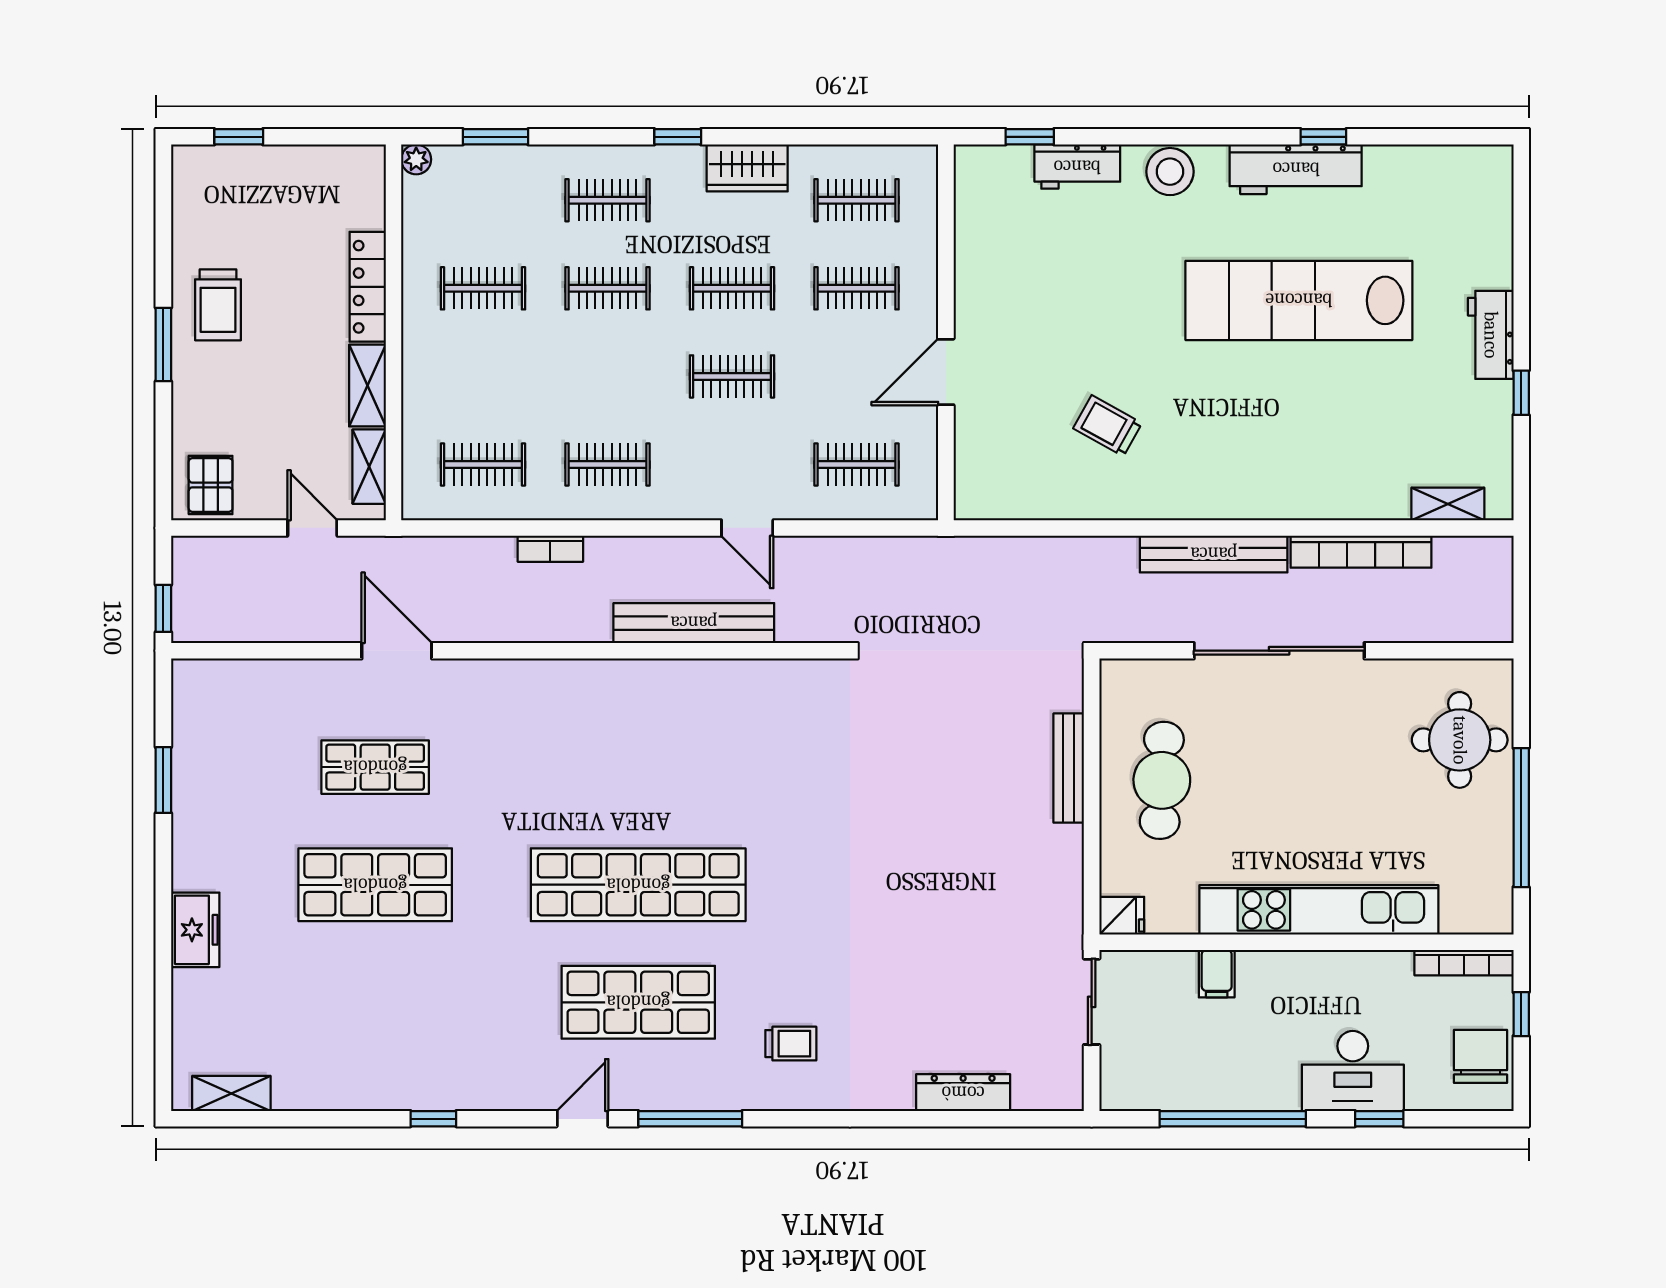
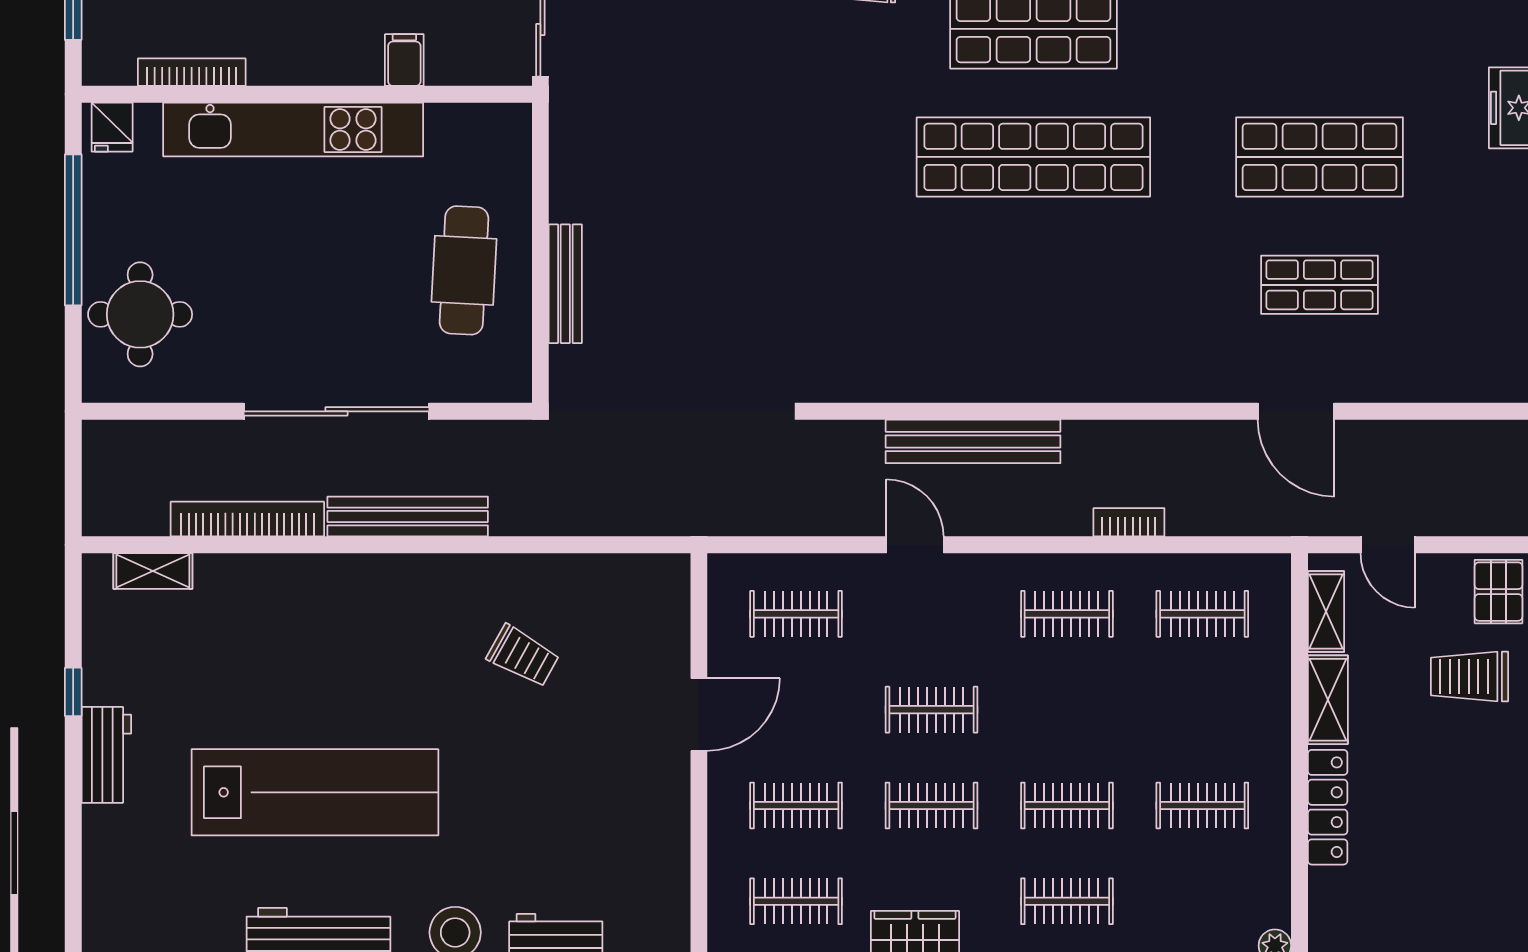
trolley: (218, 305) -> (1469, 677), moved, turned -90
fridge: (1122, 916) -> (112, 127), moved, turned -90
bookcase: (1464, 963) -> (192, 72), moved

